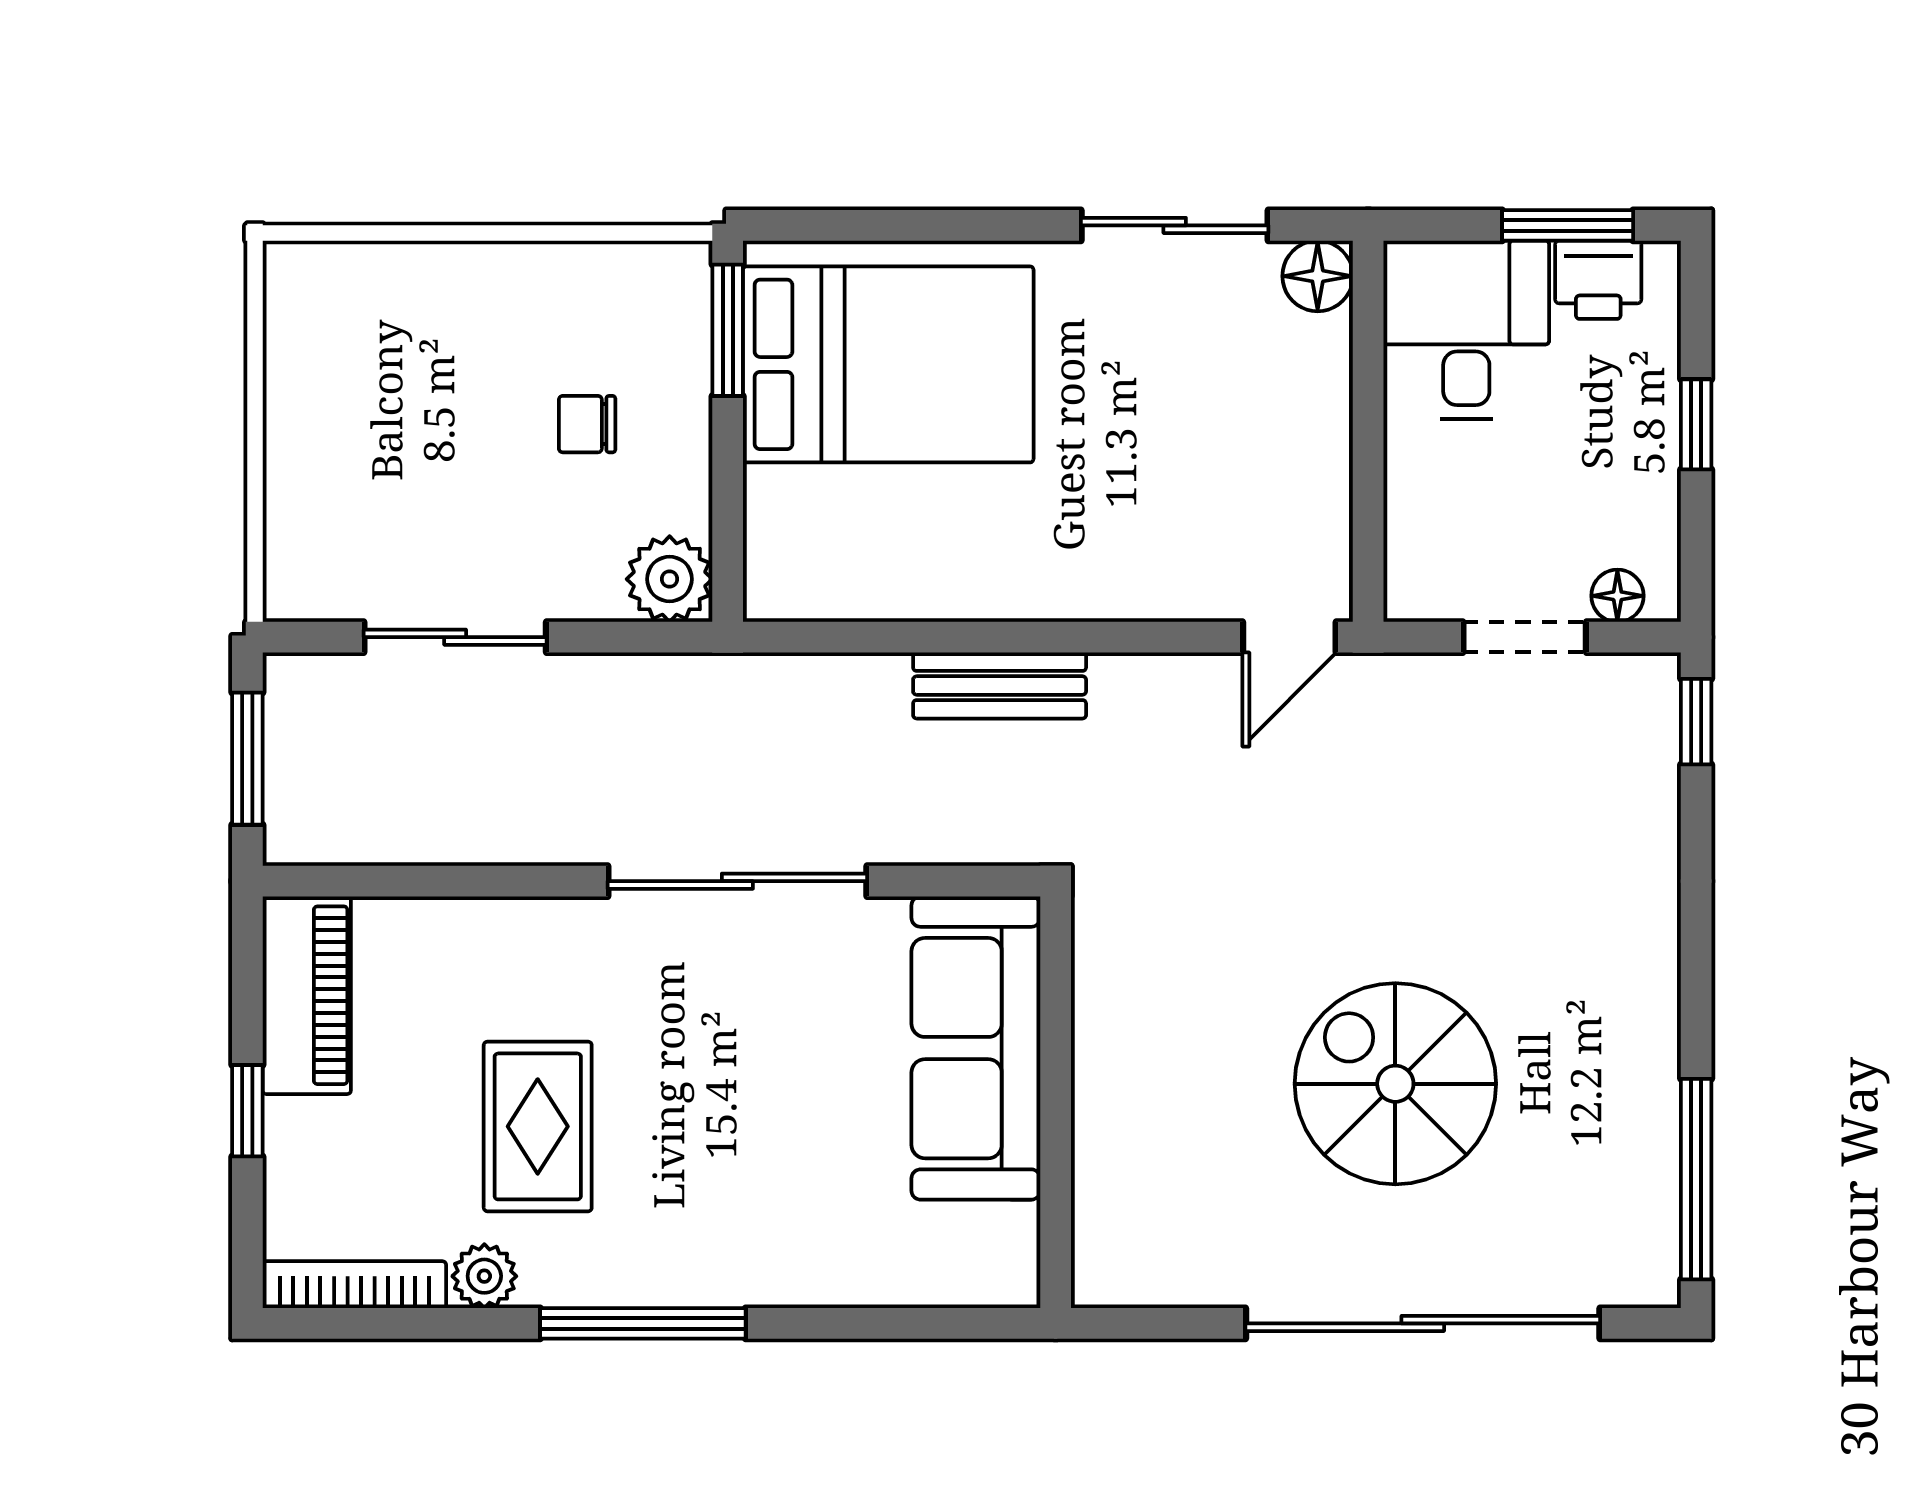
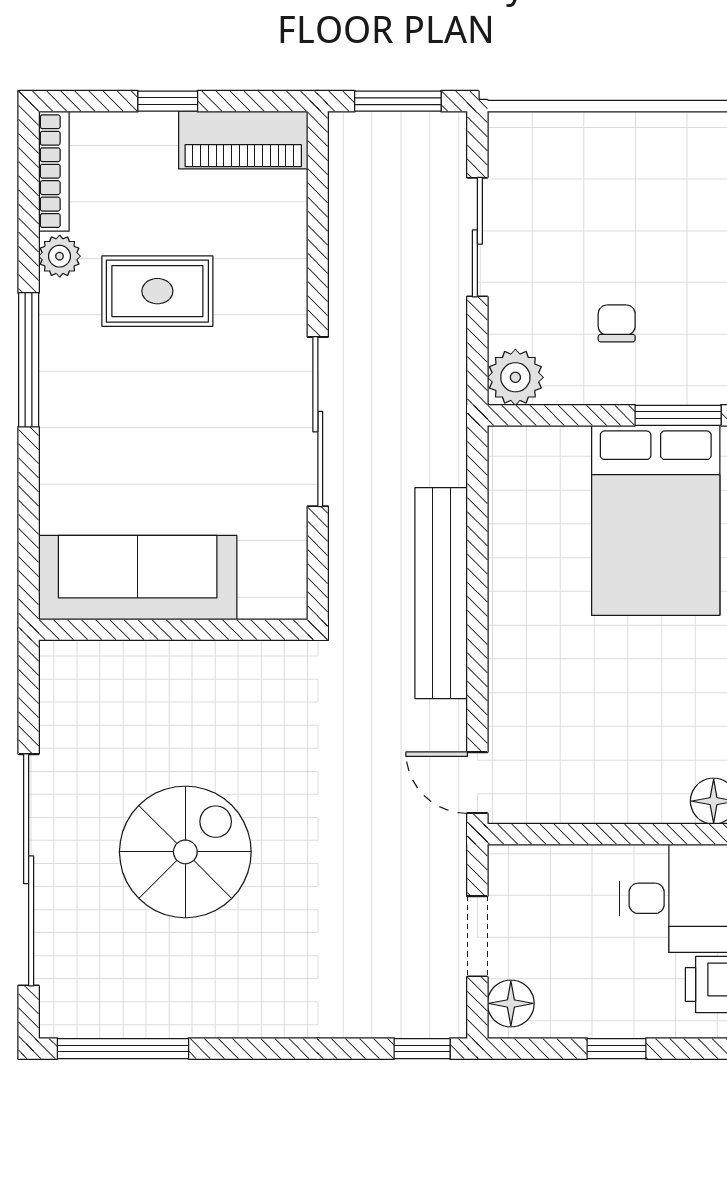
floor lamp: (1617, 596) -> (511, 1003), width x1.37, depth x1.37
bench: (1000, 685) -> (441, 593), width x1.86, depth x1.21
sofa: (976, 1048) -> (138, 578), moved

